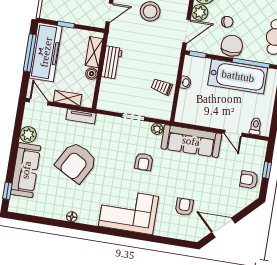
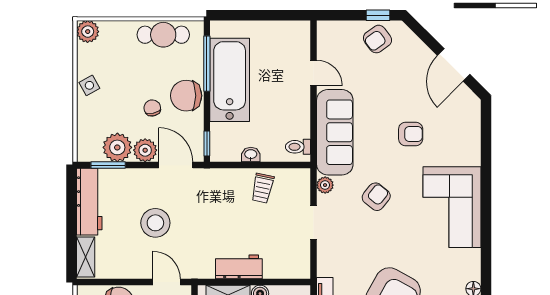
toilet: (255, 126) -> (298, 147), moved
door: (233, 133) -> (314, 73), hinge flipped
armchair: (144, 162) -> (376, 197), turned -51
window: (267, 170) -> (378, 15), moved
armchair: (249, 180) -> (378, 39), turned 54
armchair: (184, 207) -> (411, 134), moved, turned 180

